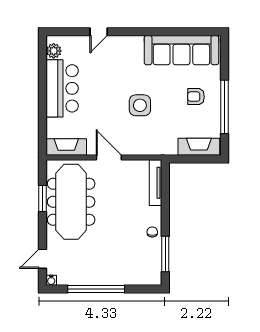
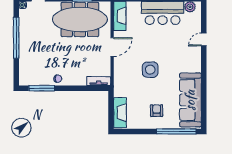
door: (99, 32) -> (204, 39), hinge flipped
window: (225, 107) -> (176, 131), moved
tv unit: (155, 183) -> (99, 81), width x0.71

